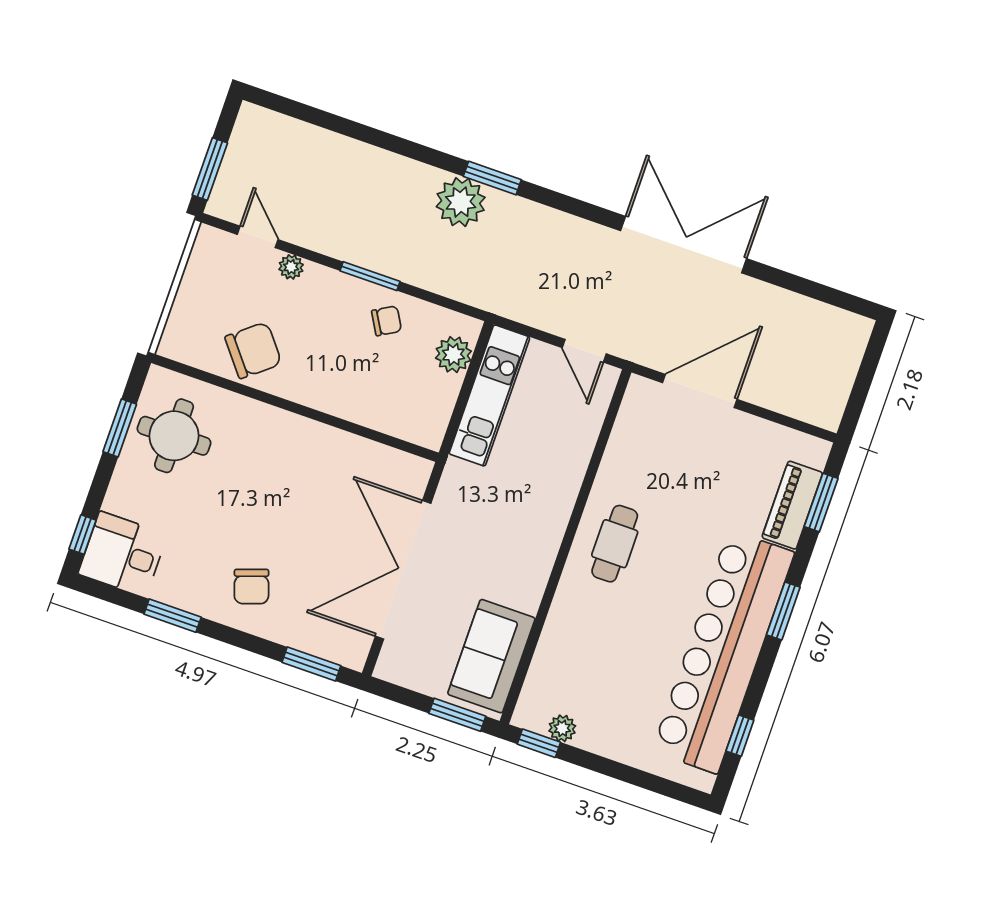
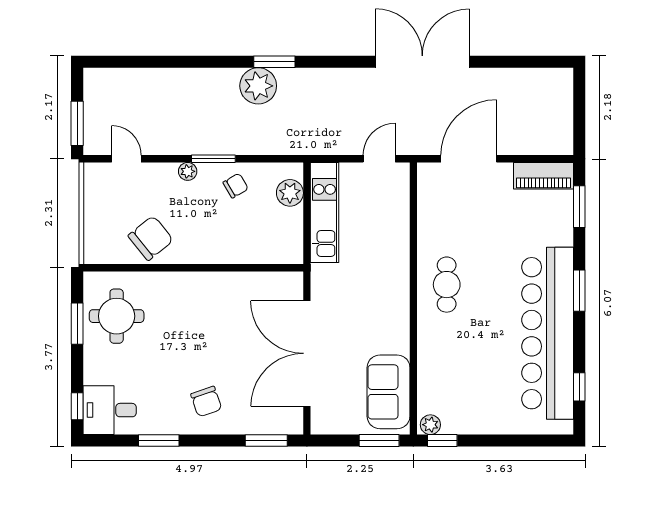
plant: (291, 267) -> (188, 171), moved
door: (584, 351) -> (379, 159), swing flipped
piano: (792, 505) -> (543, 176), moved, turned -90
plant: (562, 728) -> (430, 425), moved

